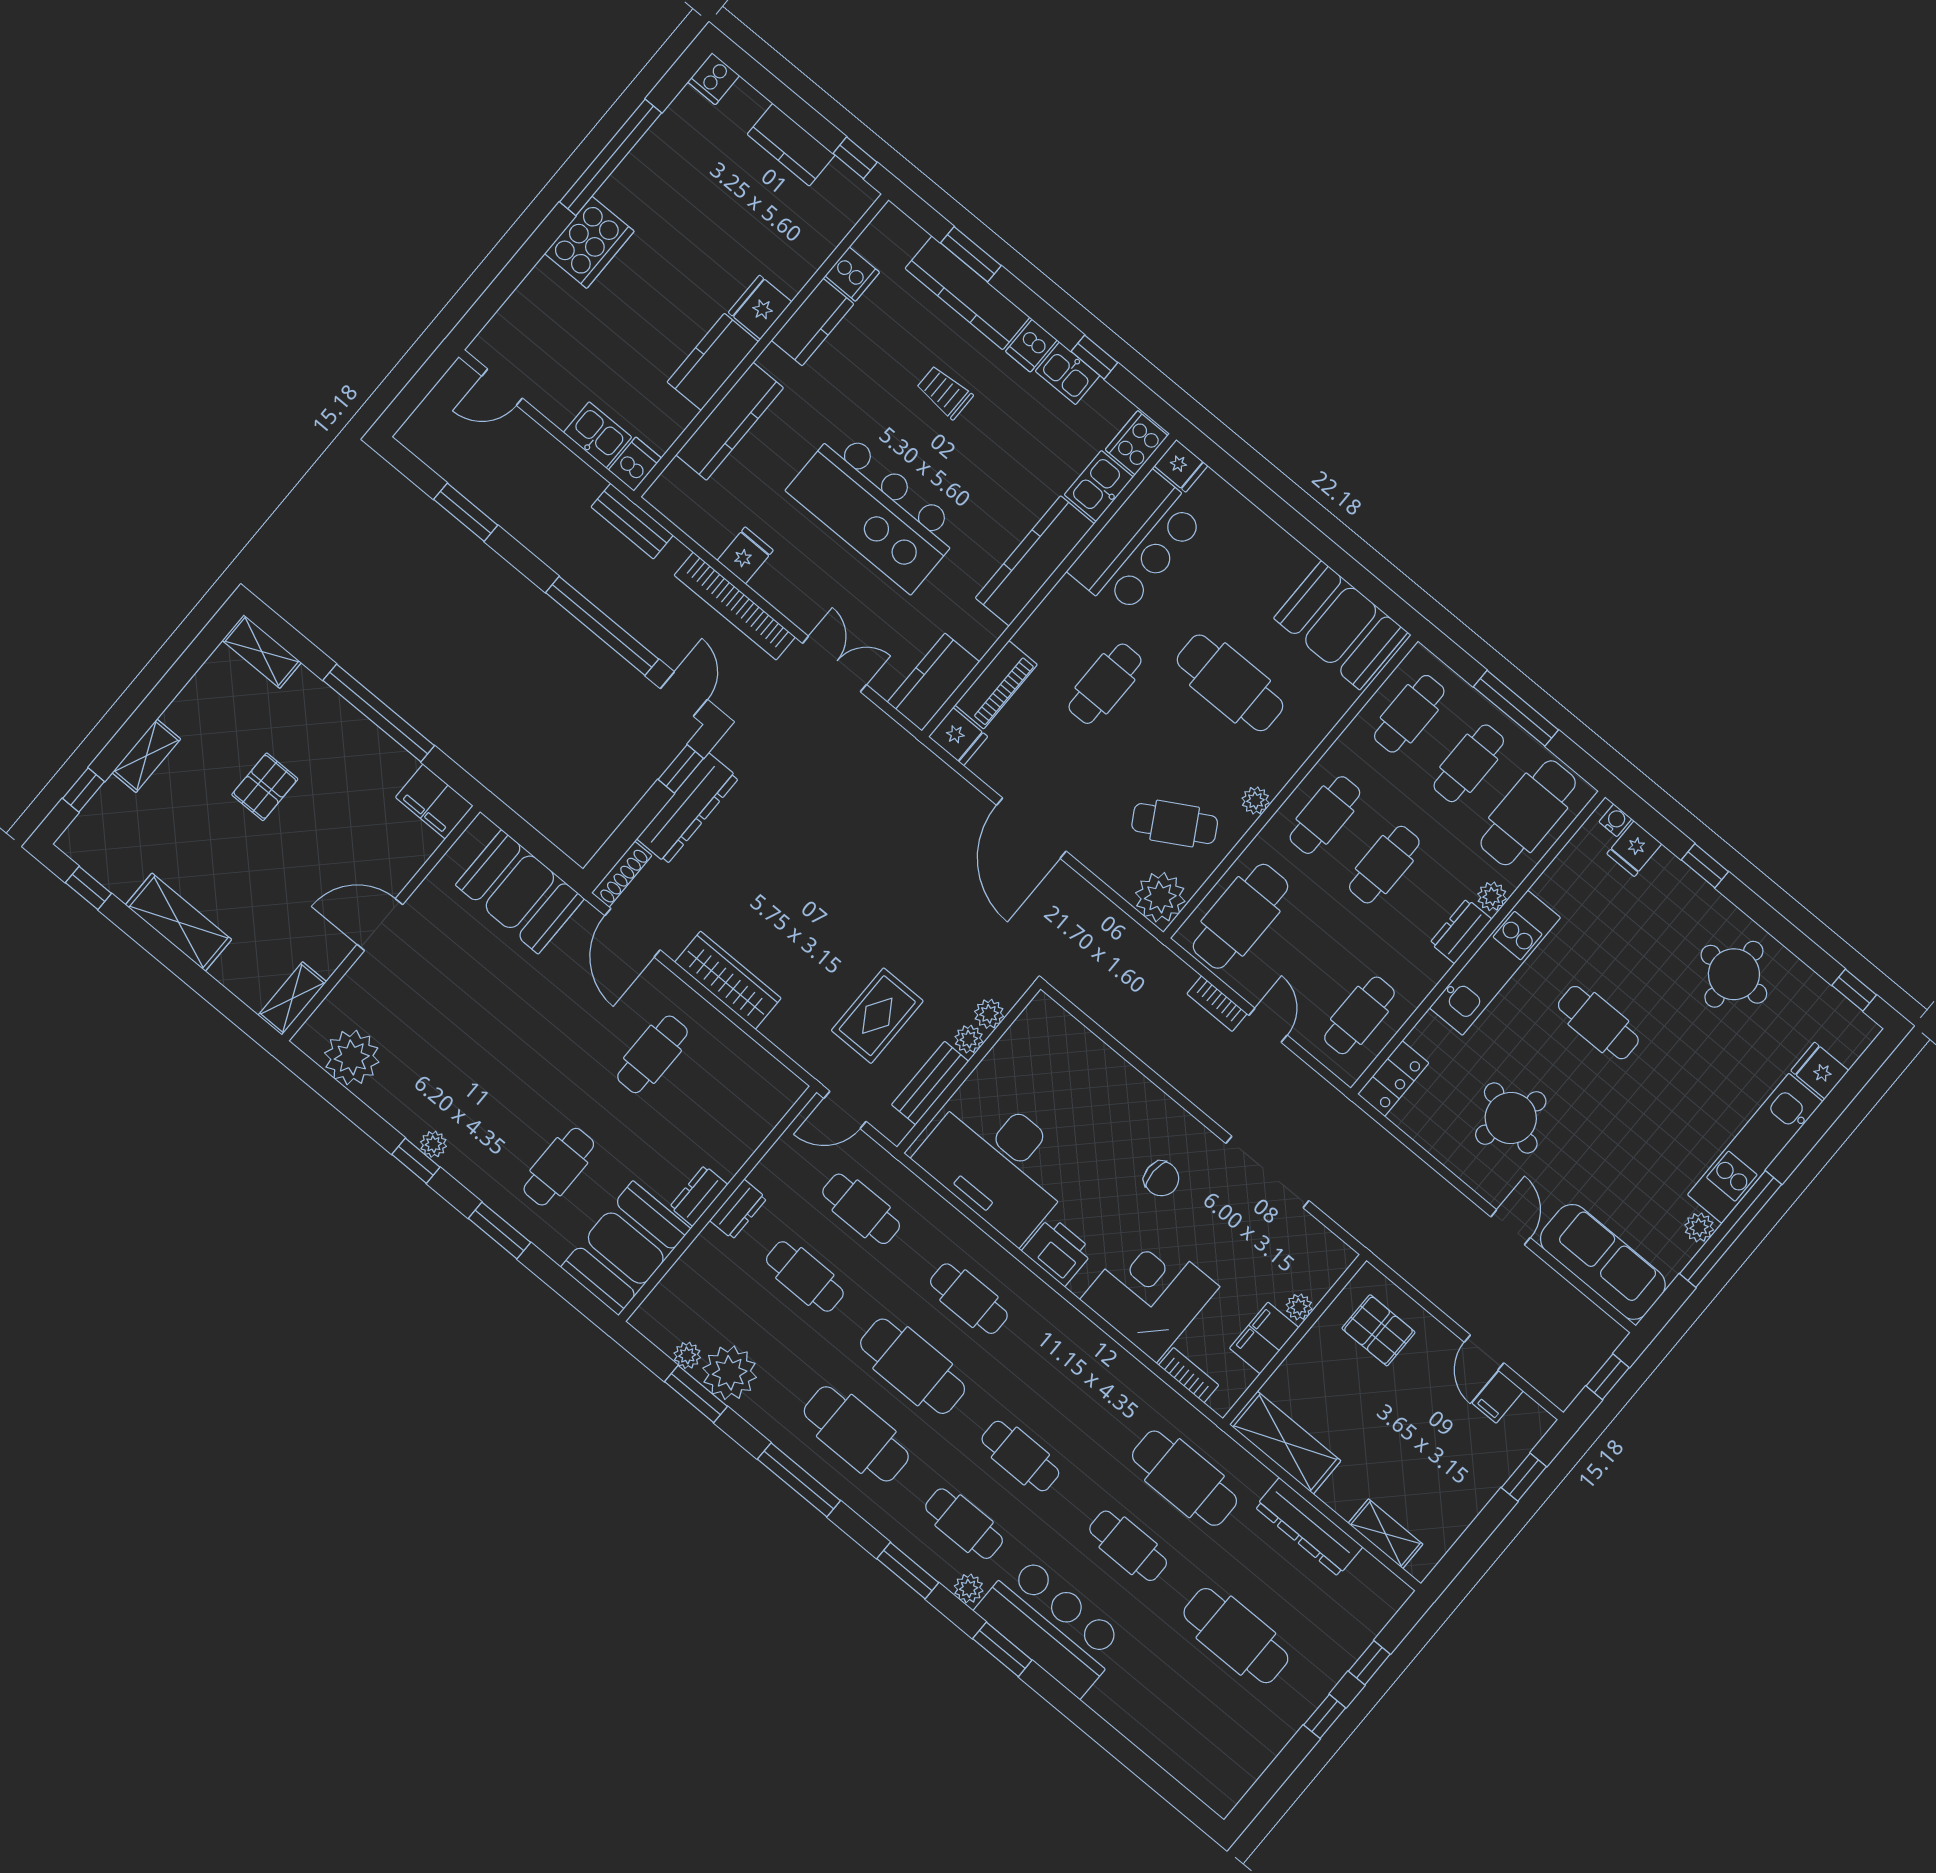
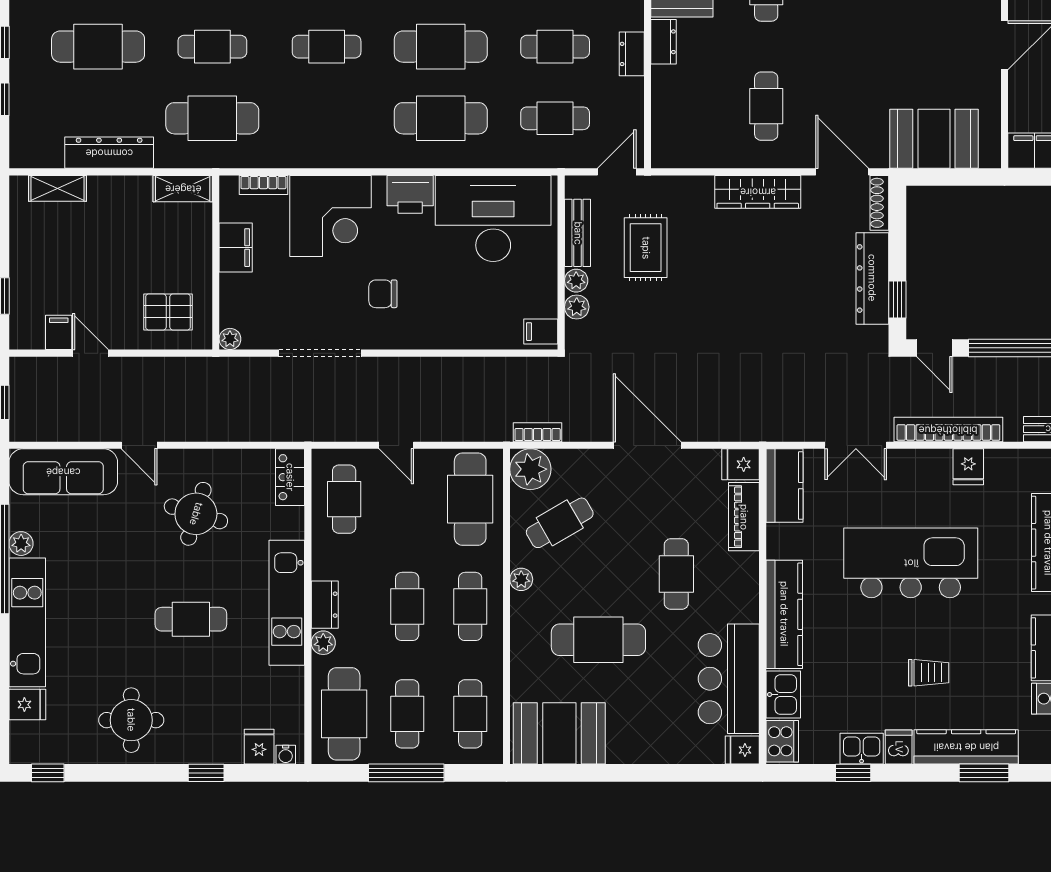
bookcase: (1217, 1004) -> (538, 432), moved
filing cabinet: (1042, 1019) -> (541, 332), added
cafe table: (969, 1299) -> (441, 118), width x1.37, depth x1.35
plant: (1299, 1307) -> (230, 339), moved
shelving: (1285, 1443) -> (183, 189), width x0.67, depth x0.75

